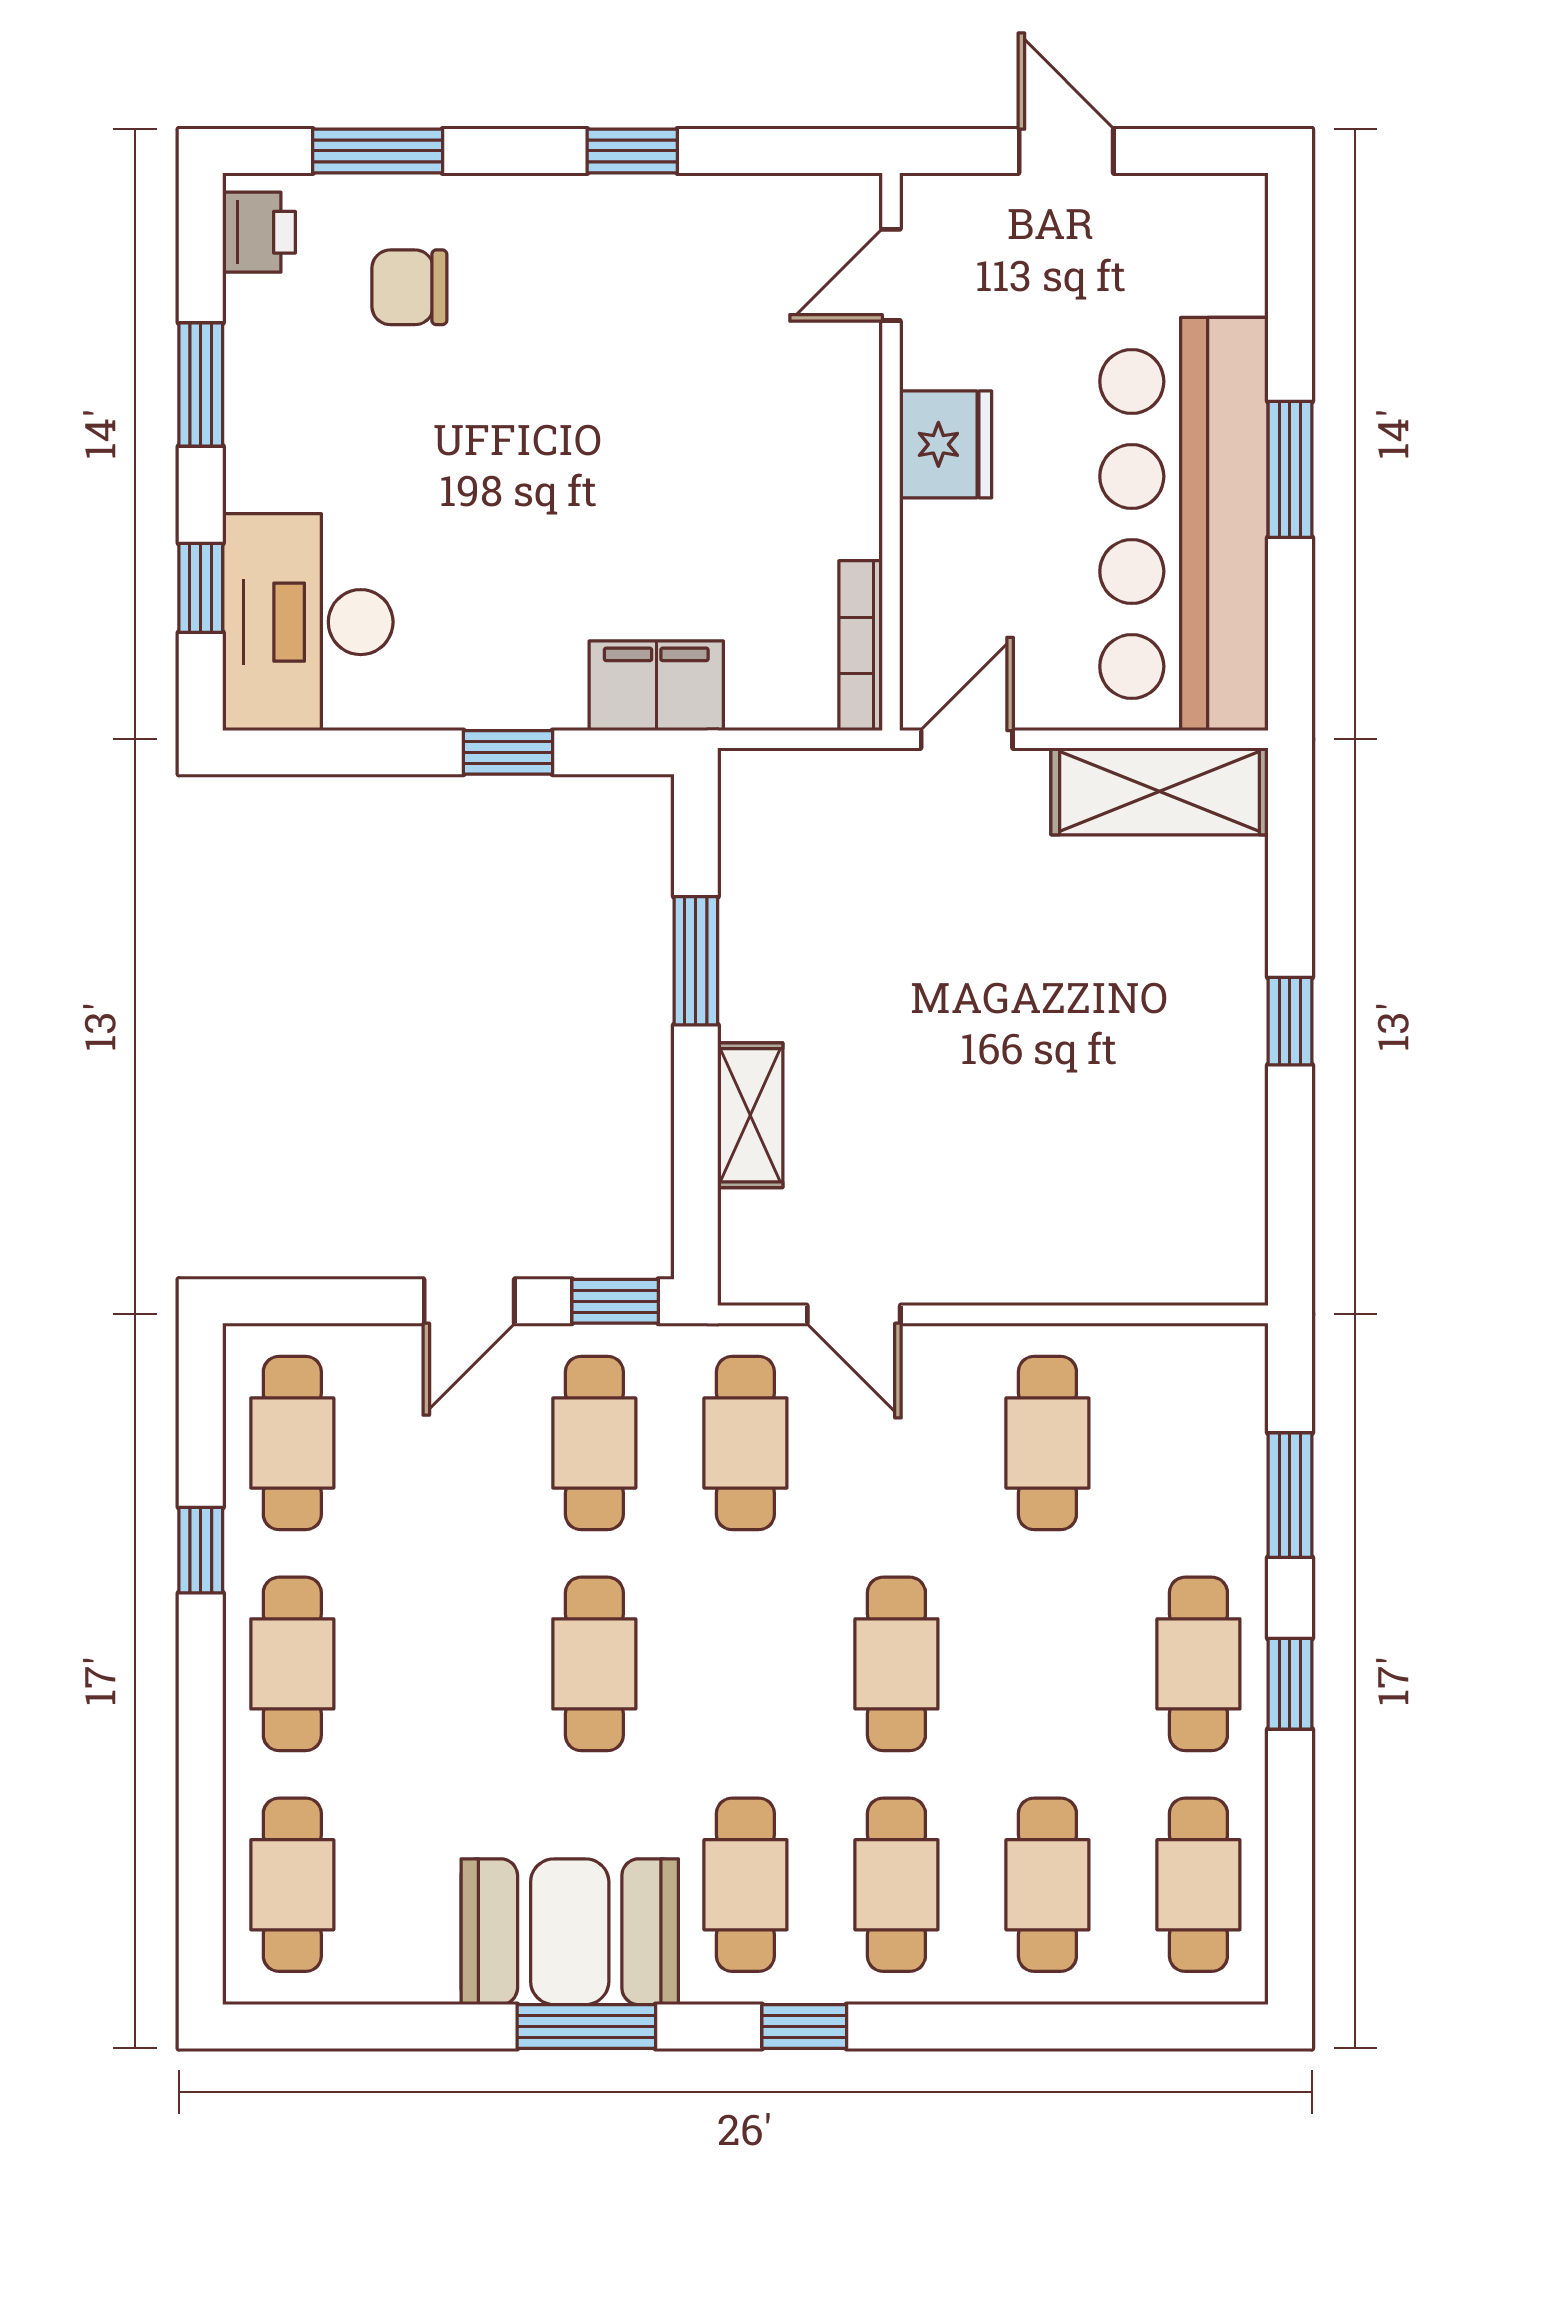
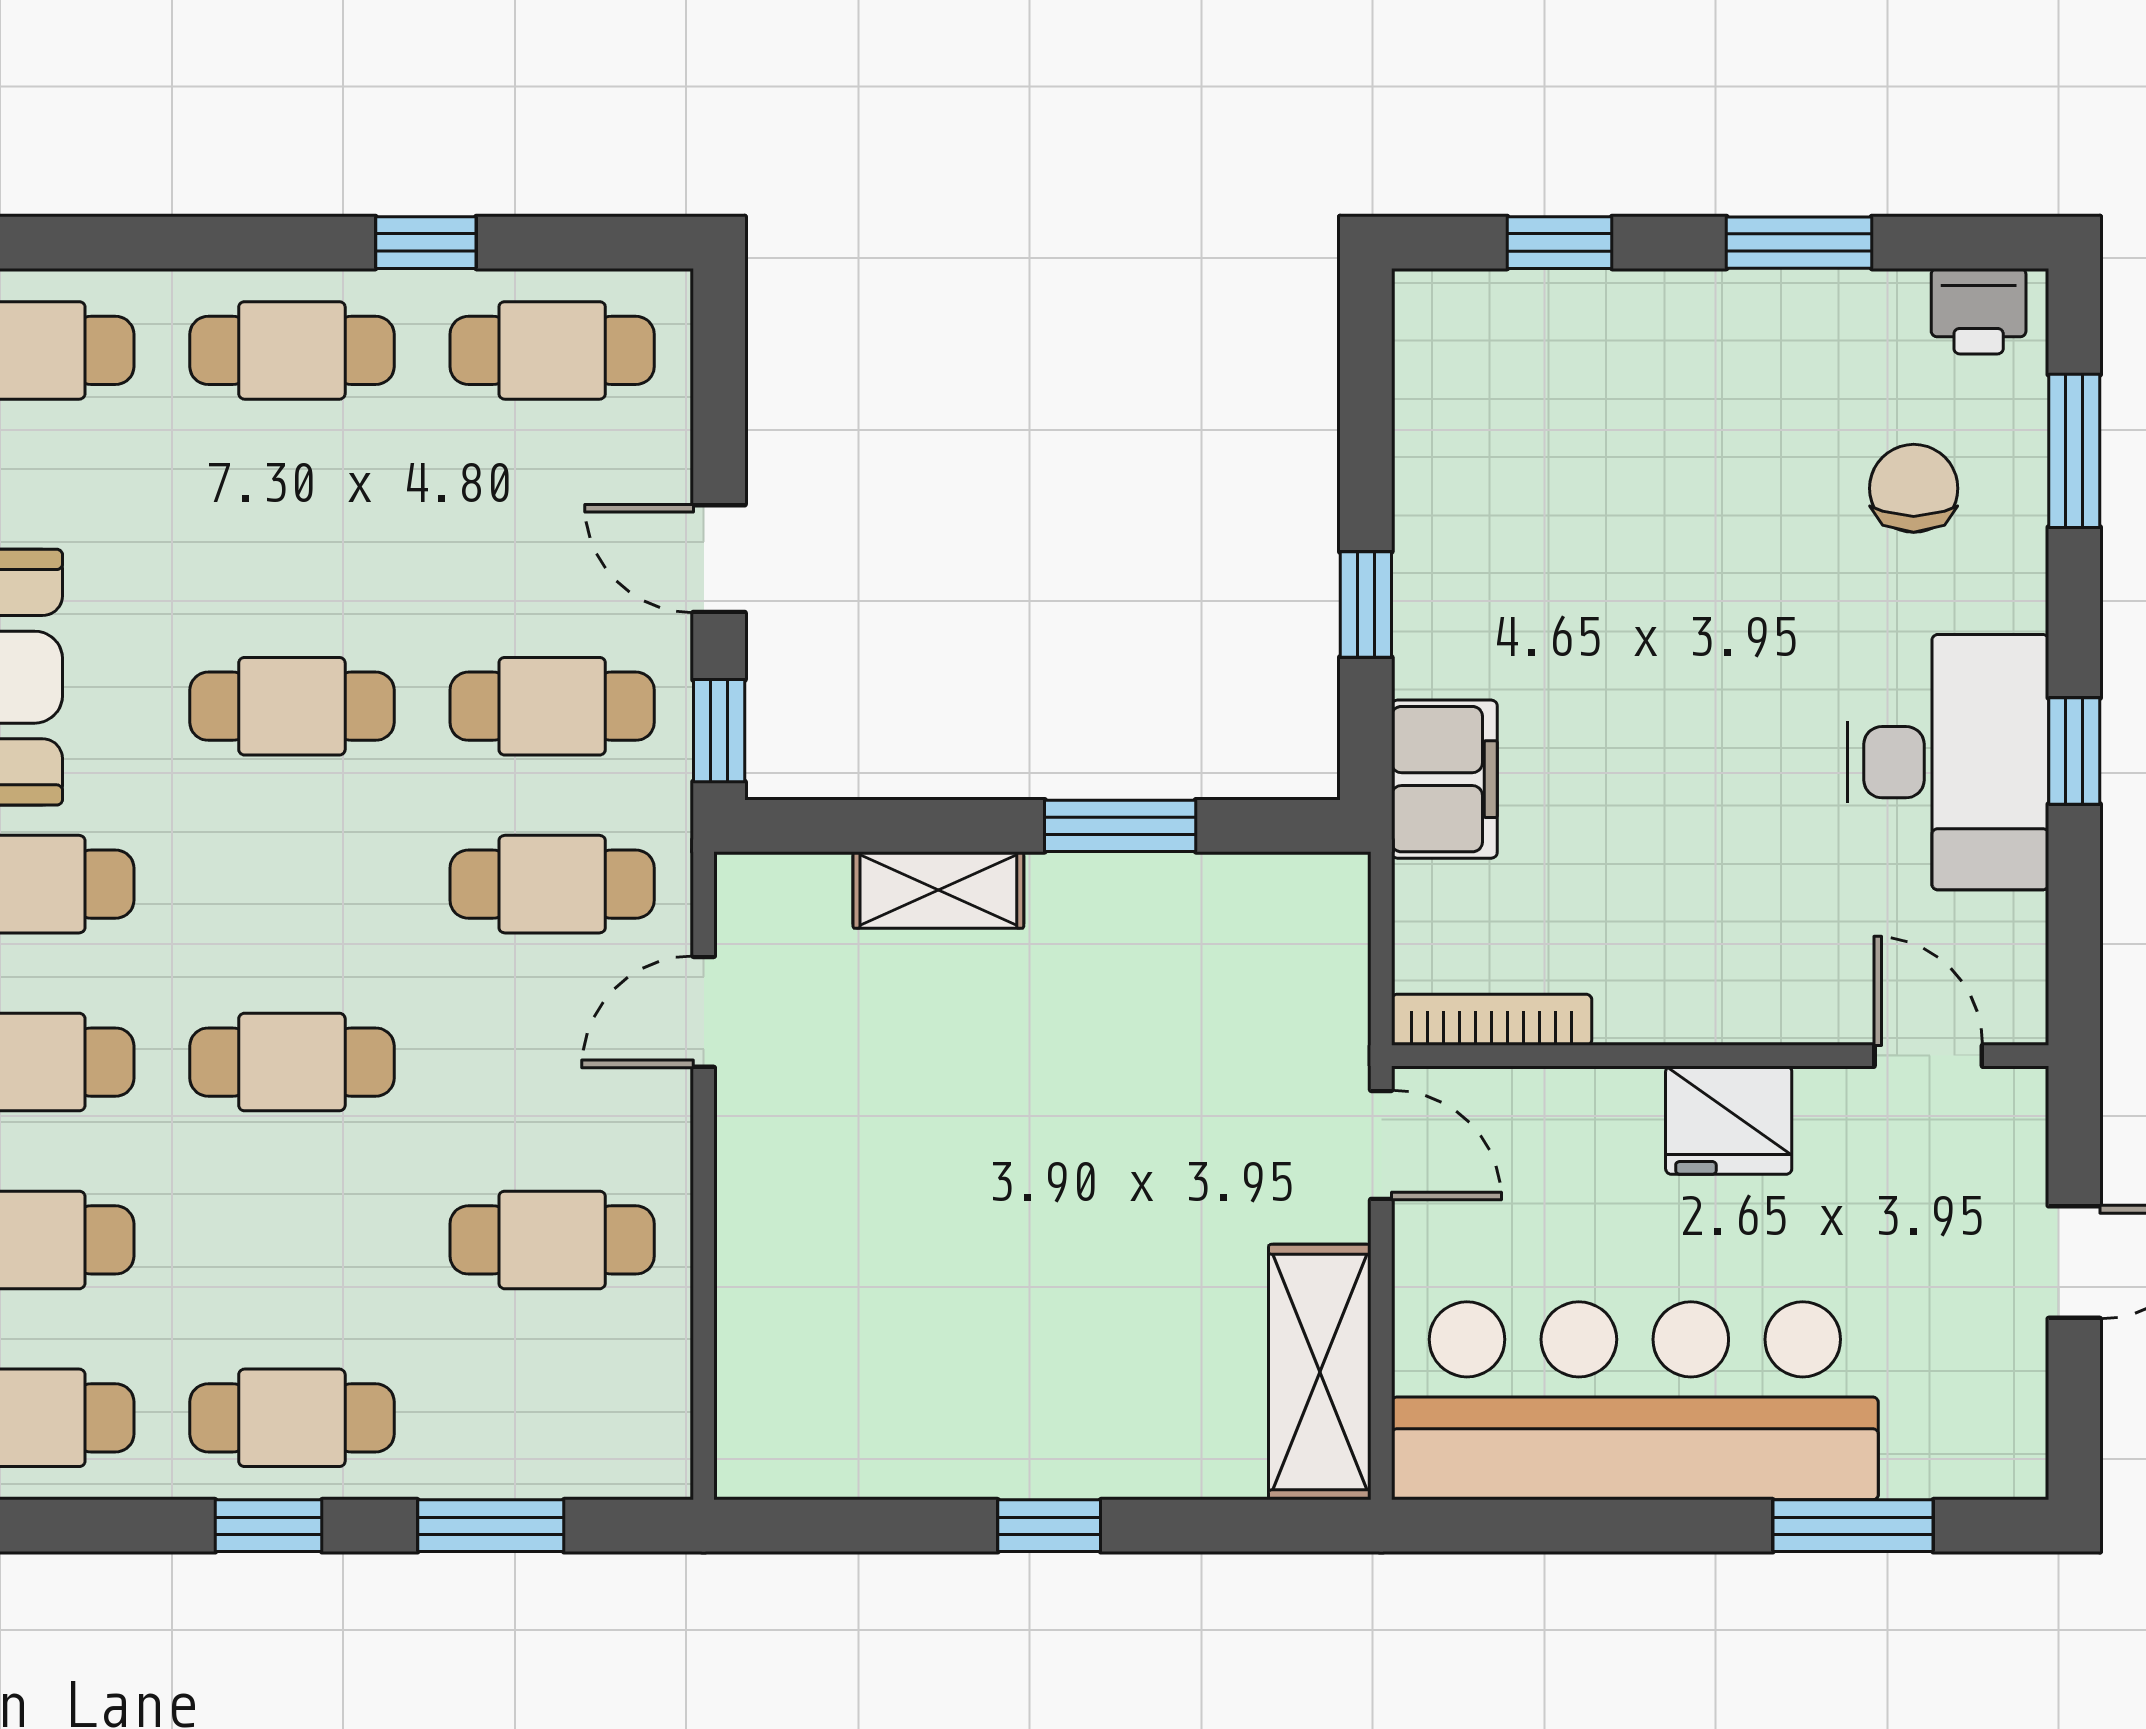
window: (1290, 469) -> (1853, 1526), moved
desk: (308, 622) -> (1948, 762), moved, turned 90

